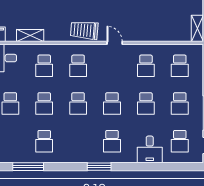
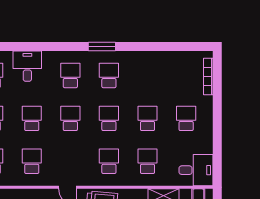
school desk: (44, 141) -> (109, 75), moved
window: (28, 167) -> (166, 47), removed
window: (99, 167) -> (102, 47), moved

